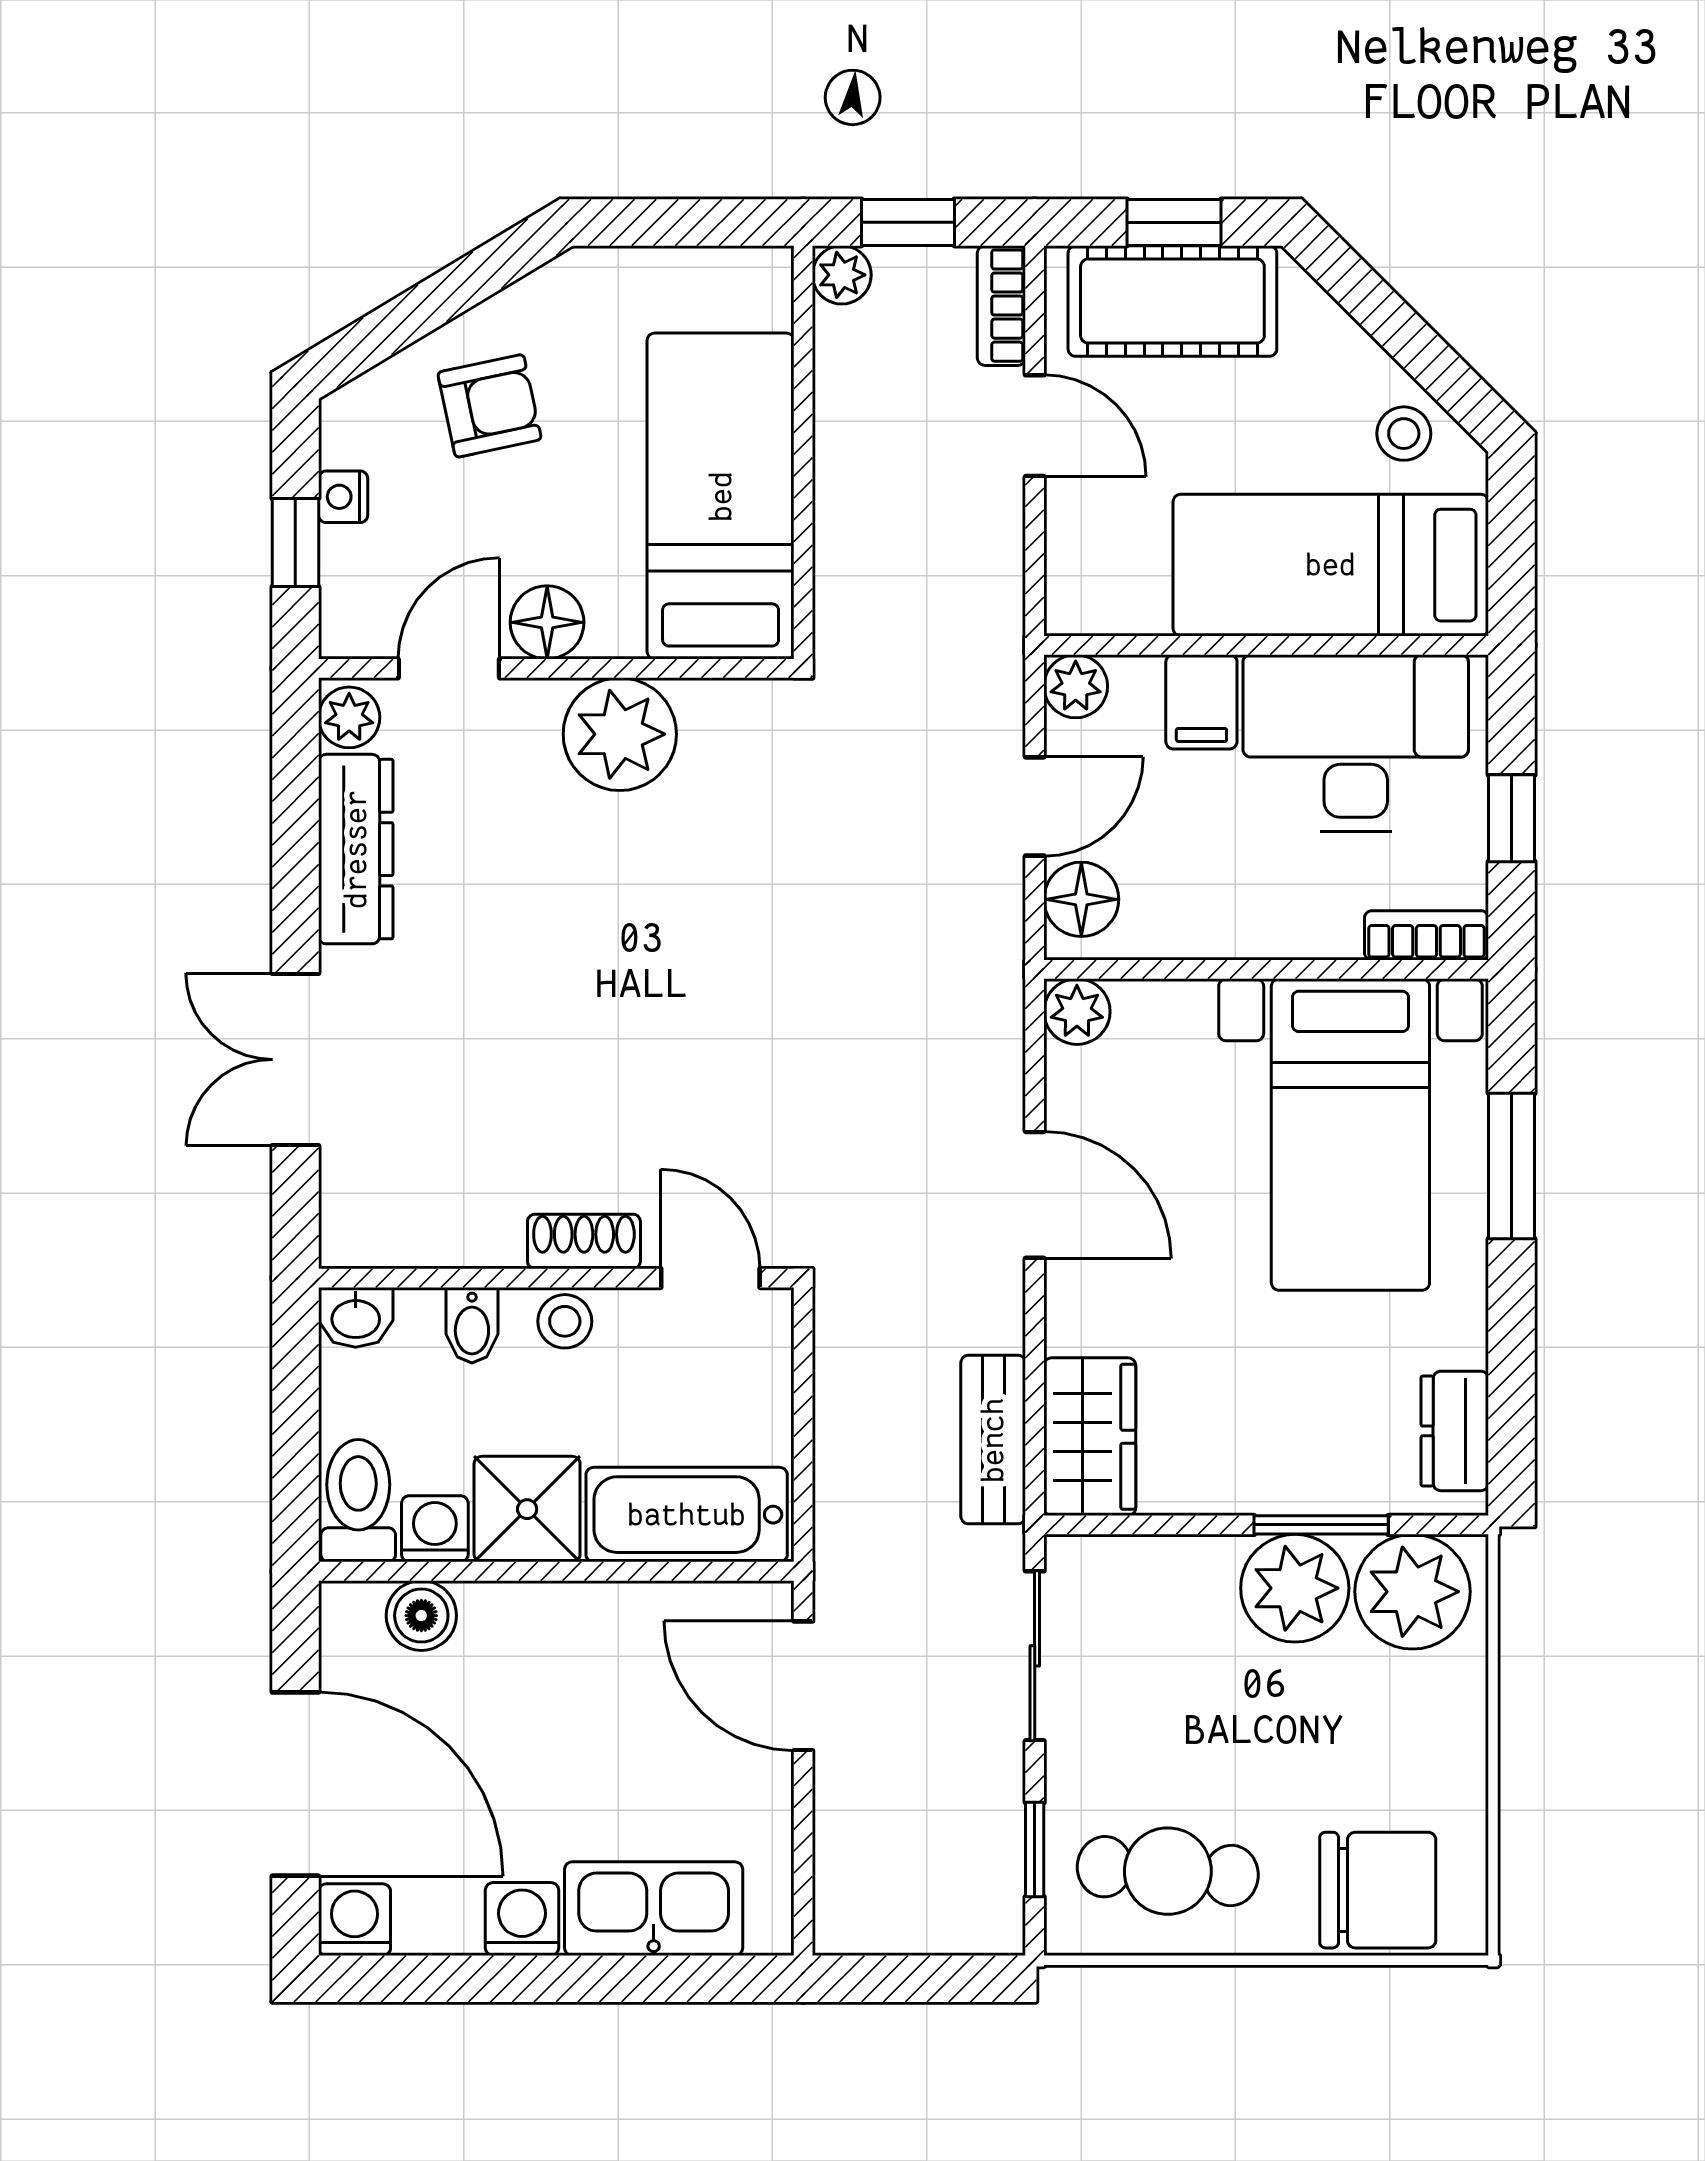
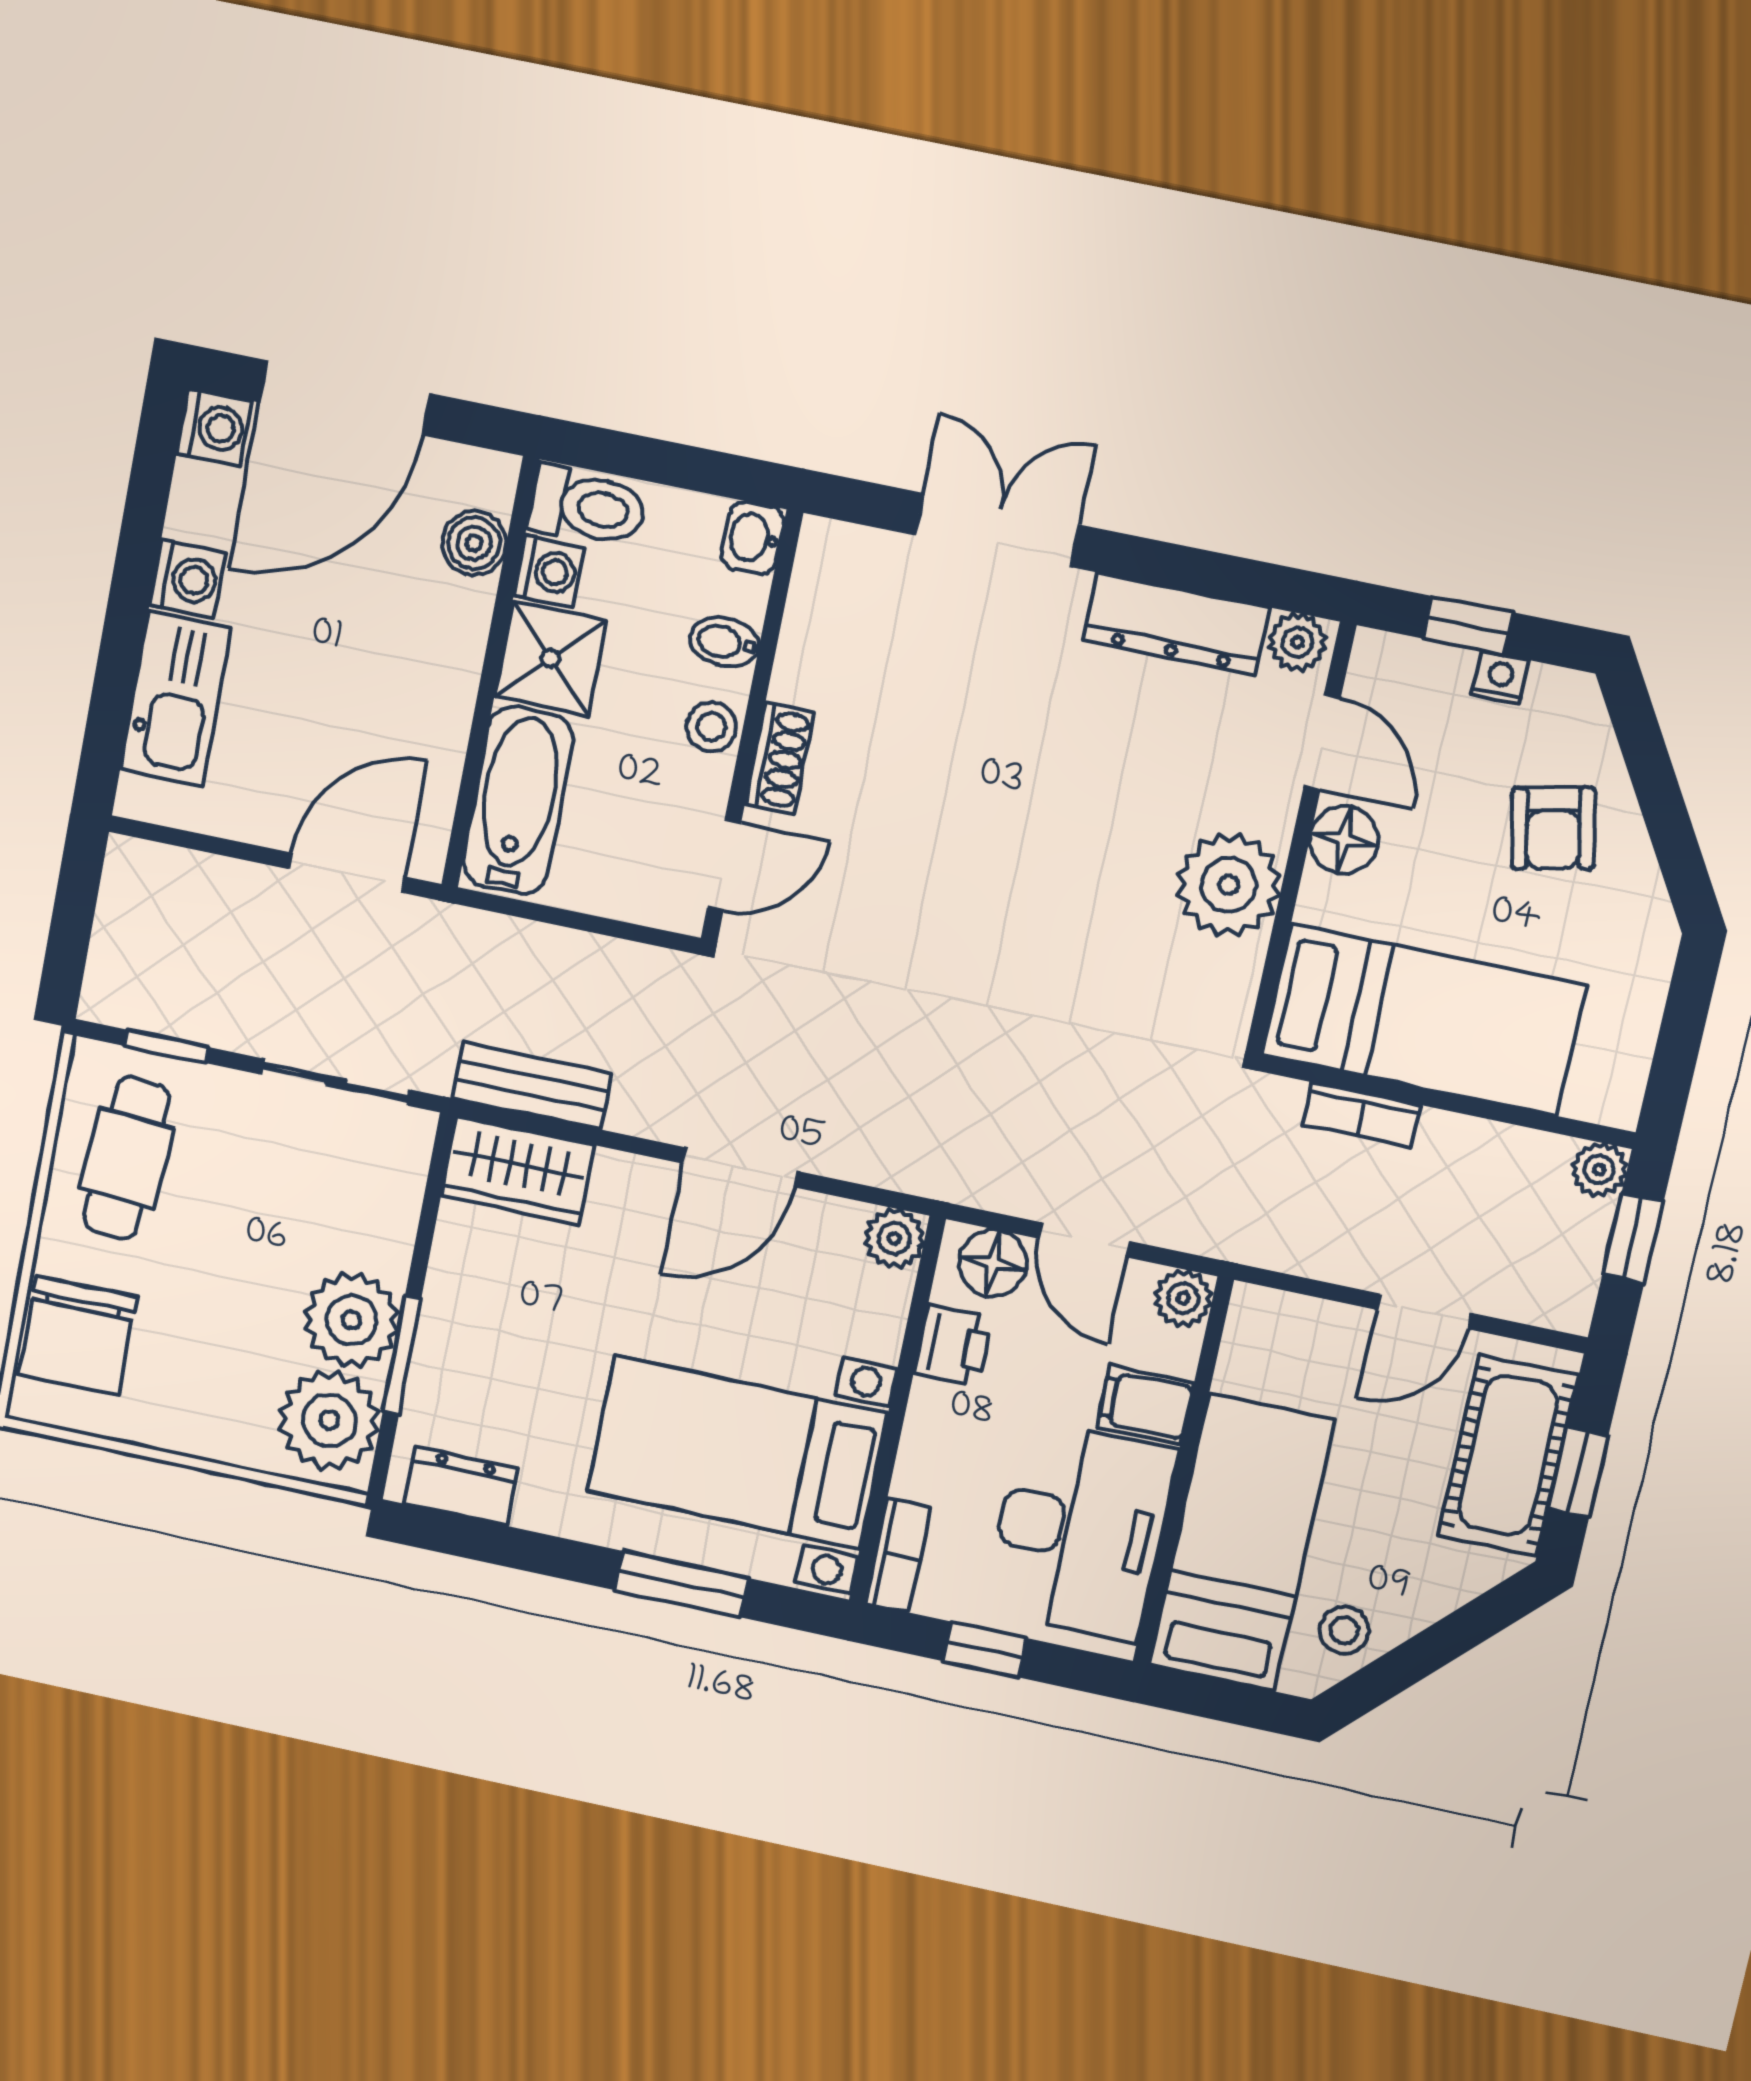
bookcase: (1001, 306) -> (1361, 1115), moved, turned 180
printer: (1181, 924) -> (953, 1346), added

